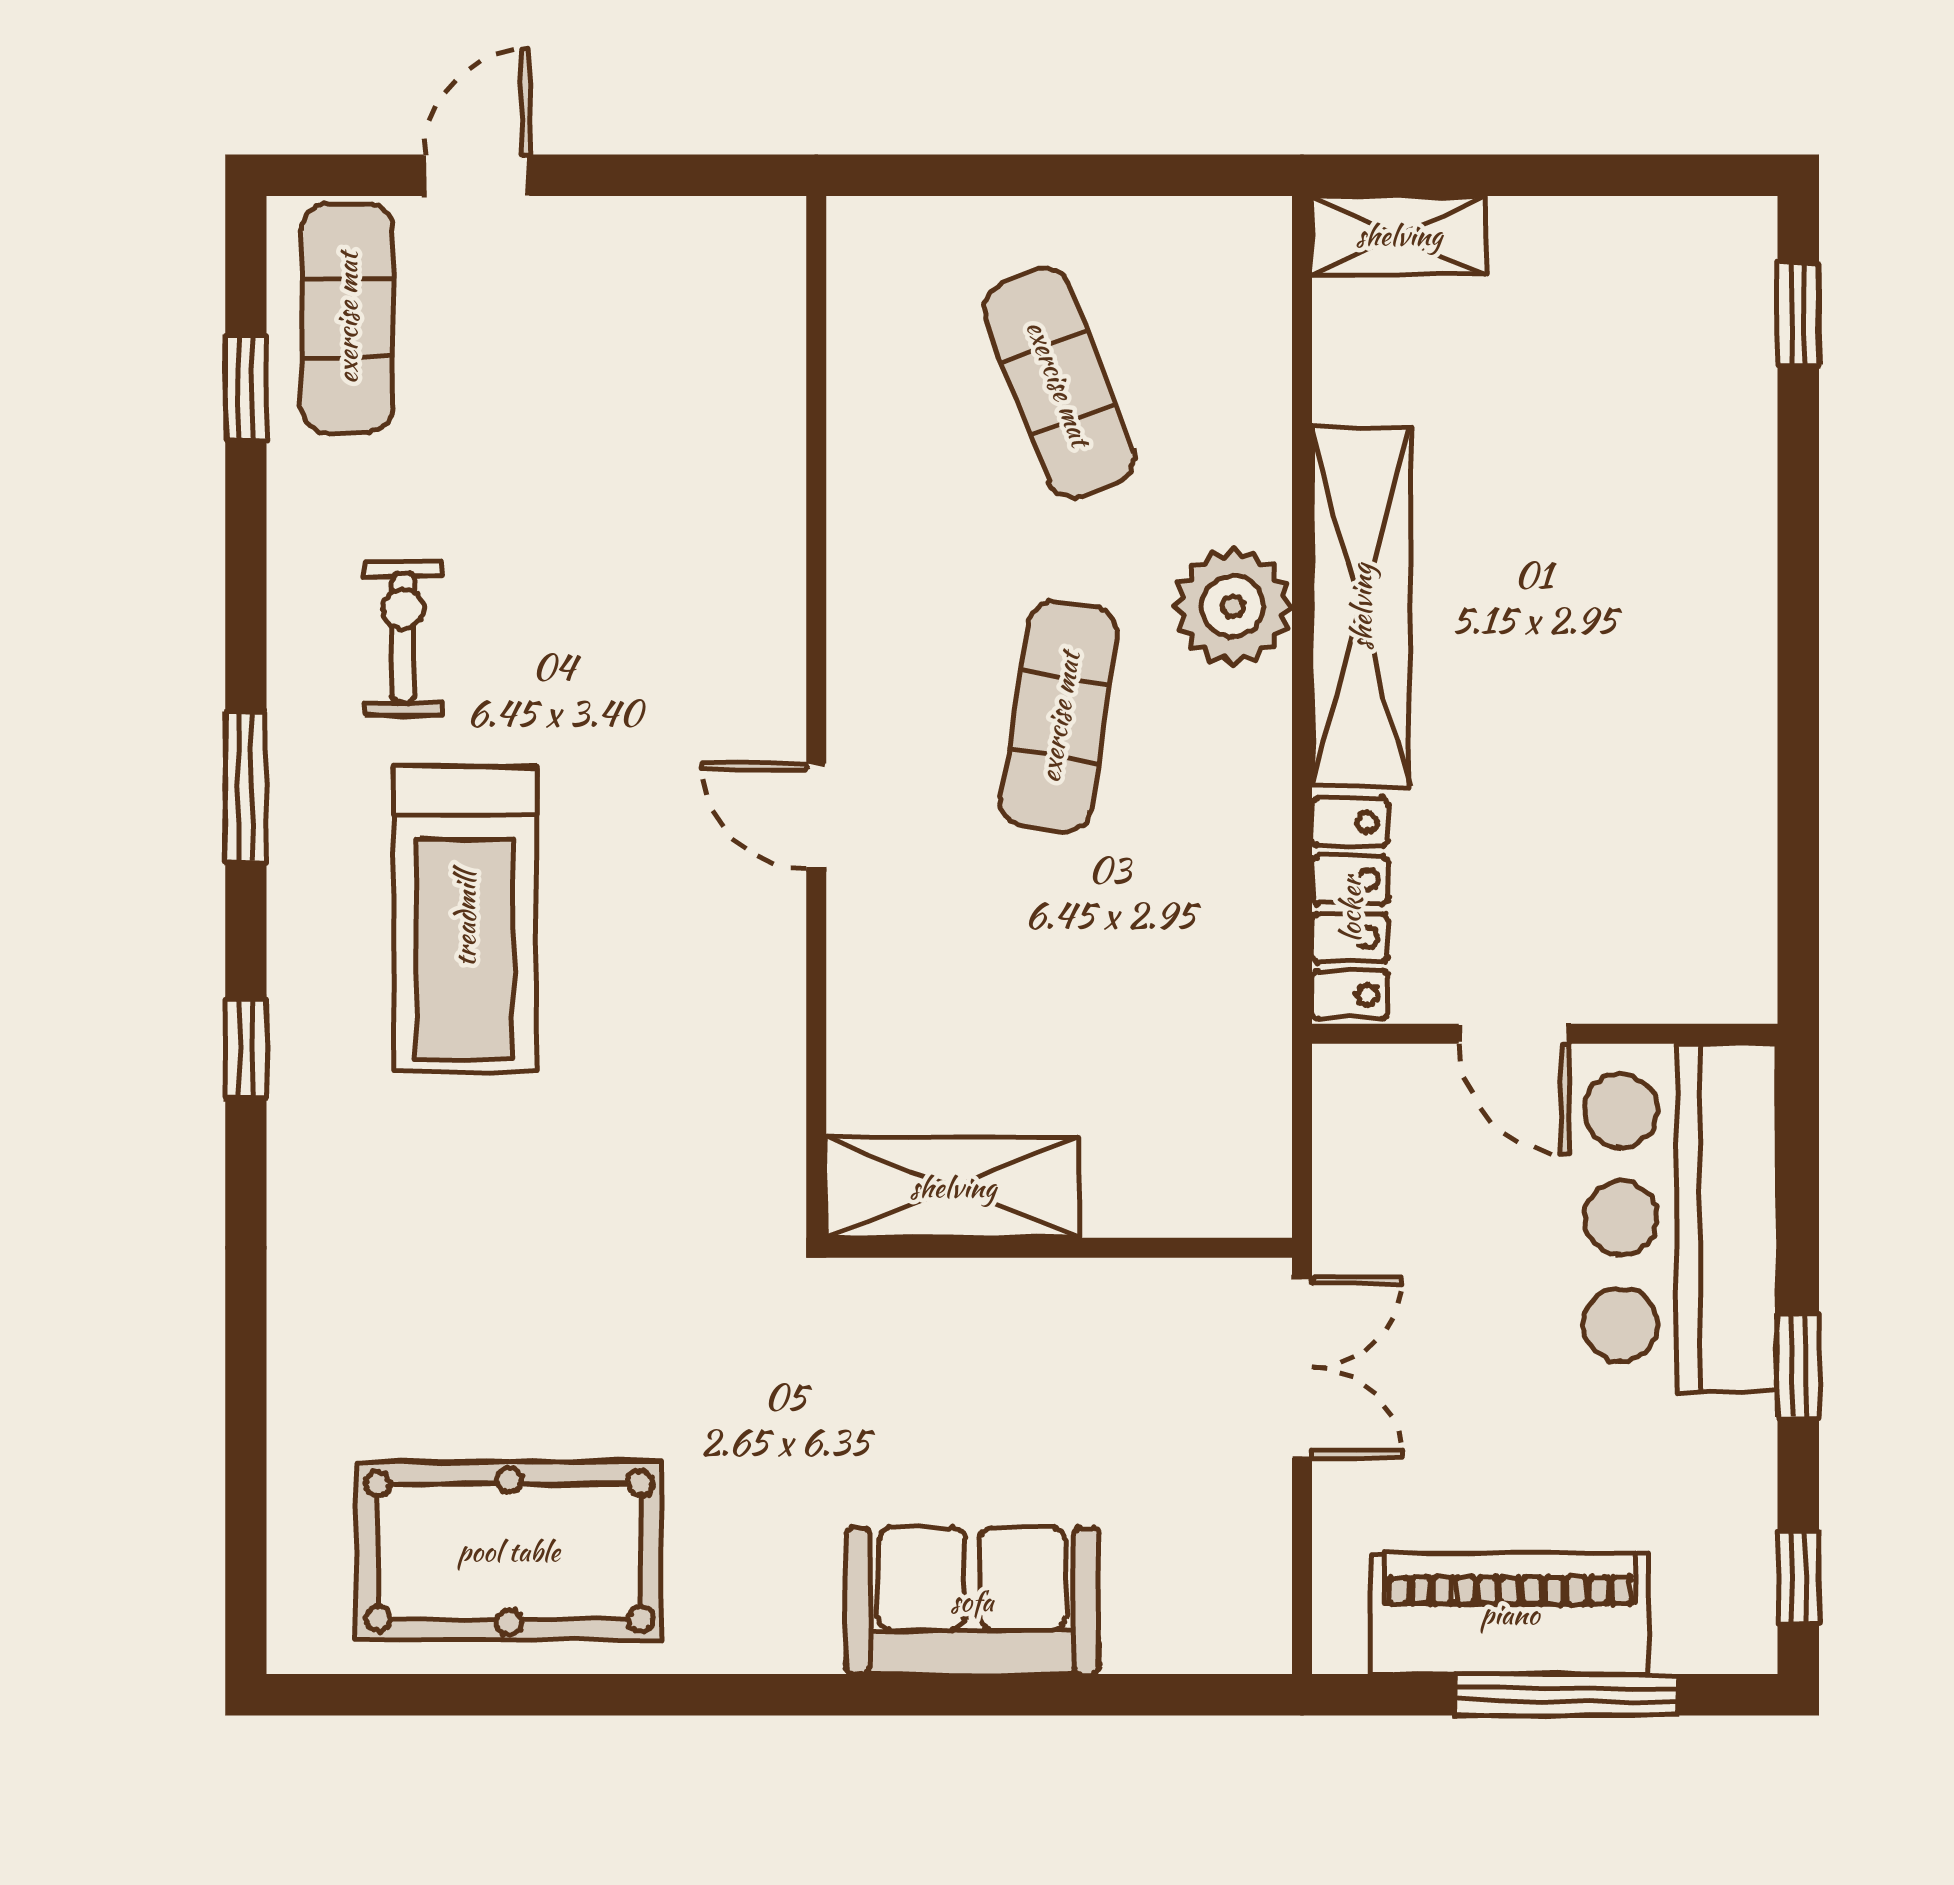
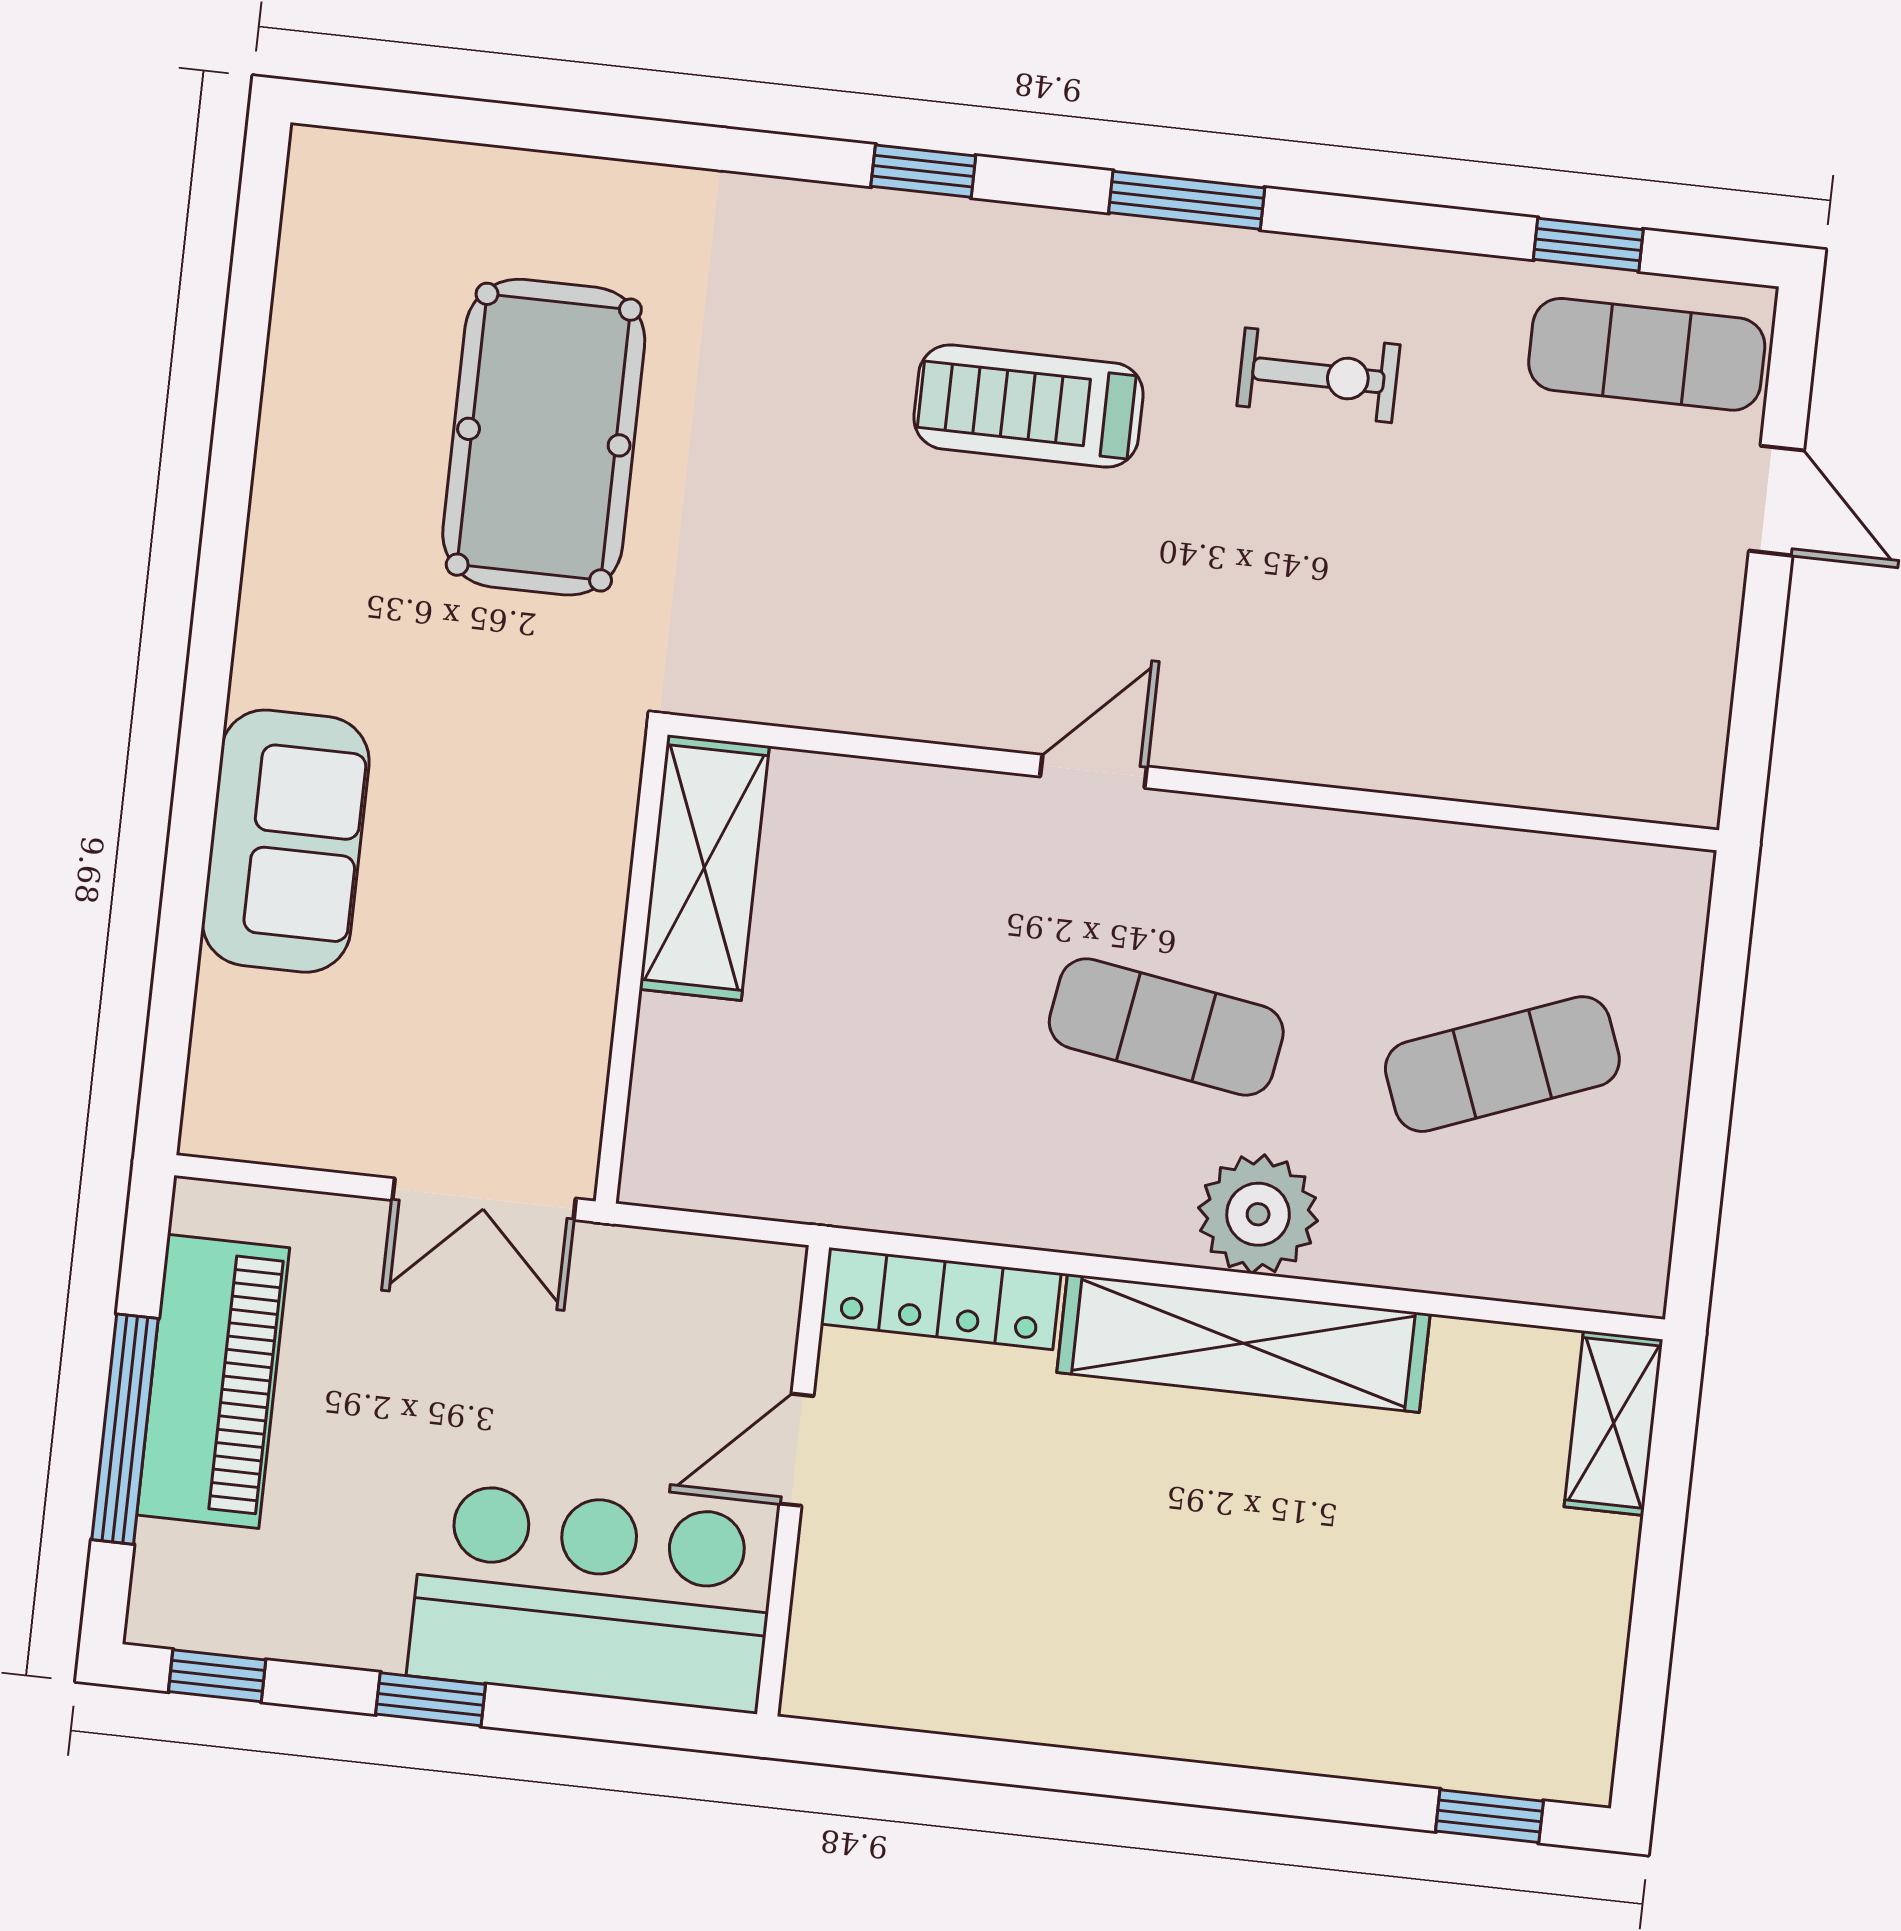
treadmill: (465, 919) -> (1028, 406), width x0.73, depth x0.73
pool table: (509, 1551) -> (544, 437), moved

